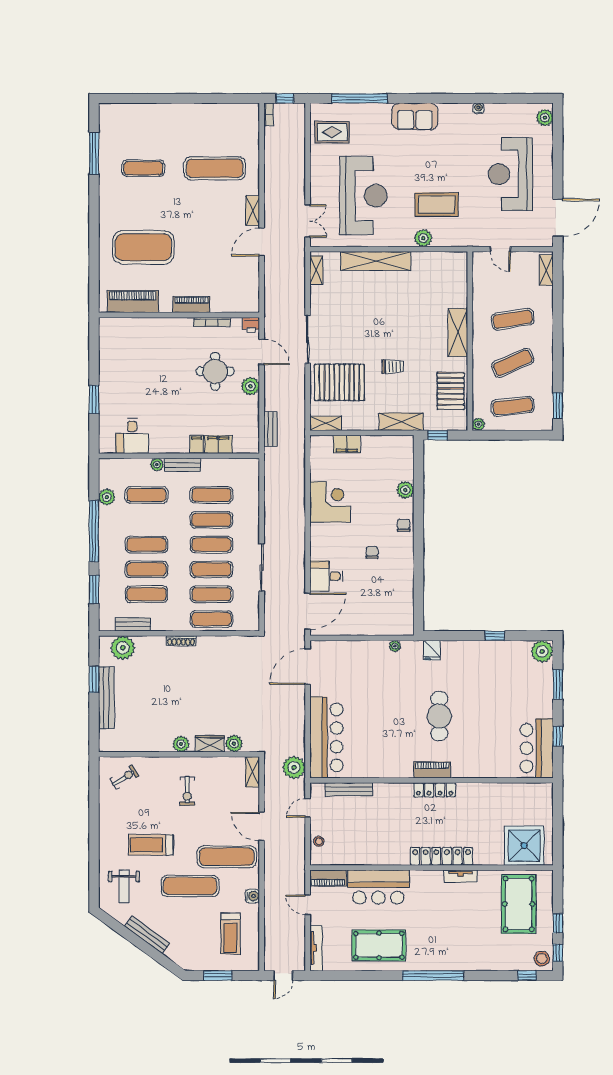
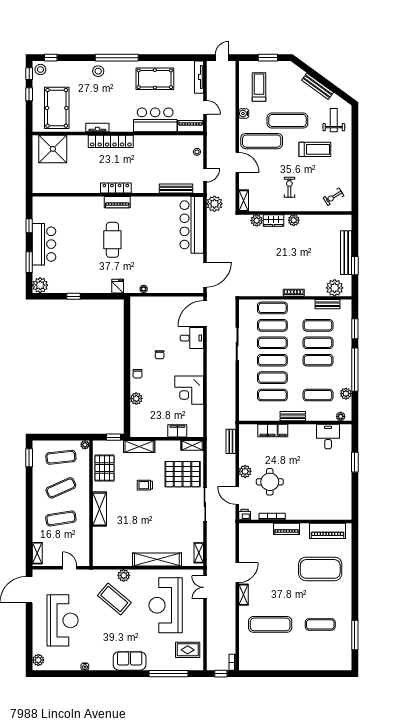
coffee table: (437, 205) -> (114, 599), turned 40
plant: (157, 465) -> (341, 416), moved
bar counter: (537, 748) -> (44, 244), moved
stool: (460, 956) -> (98, 71), added

